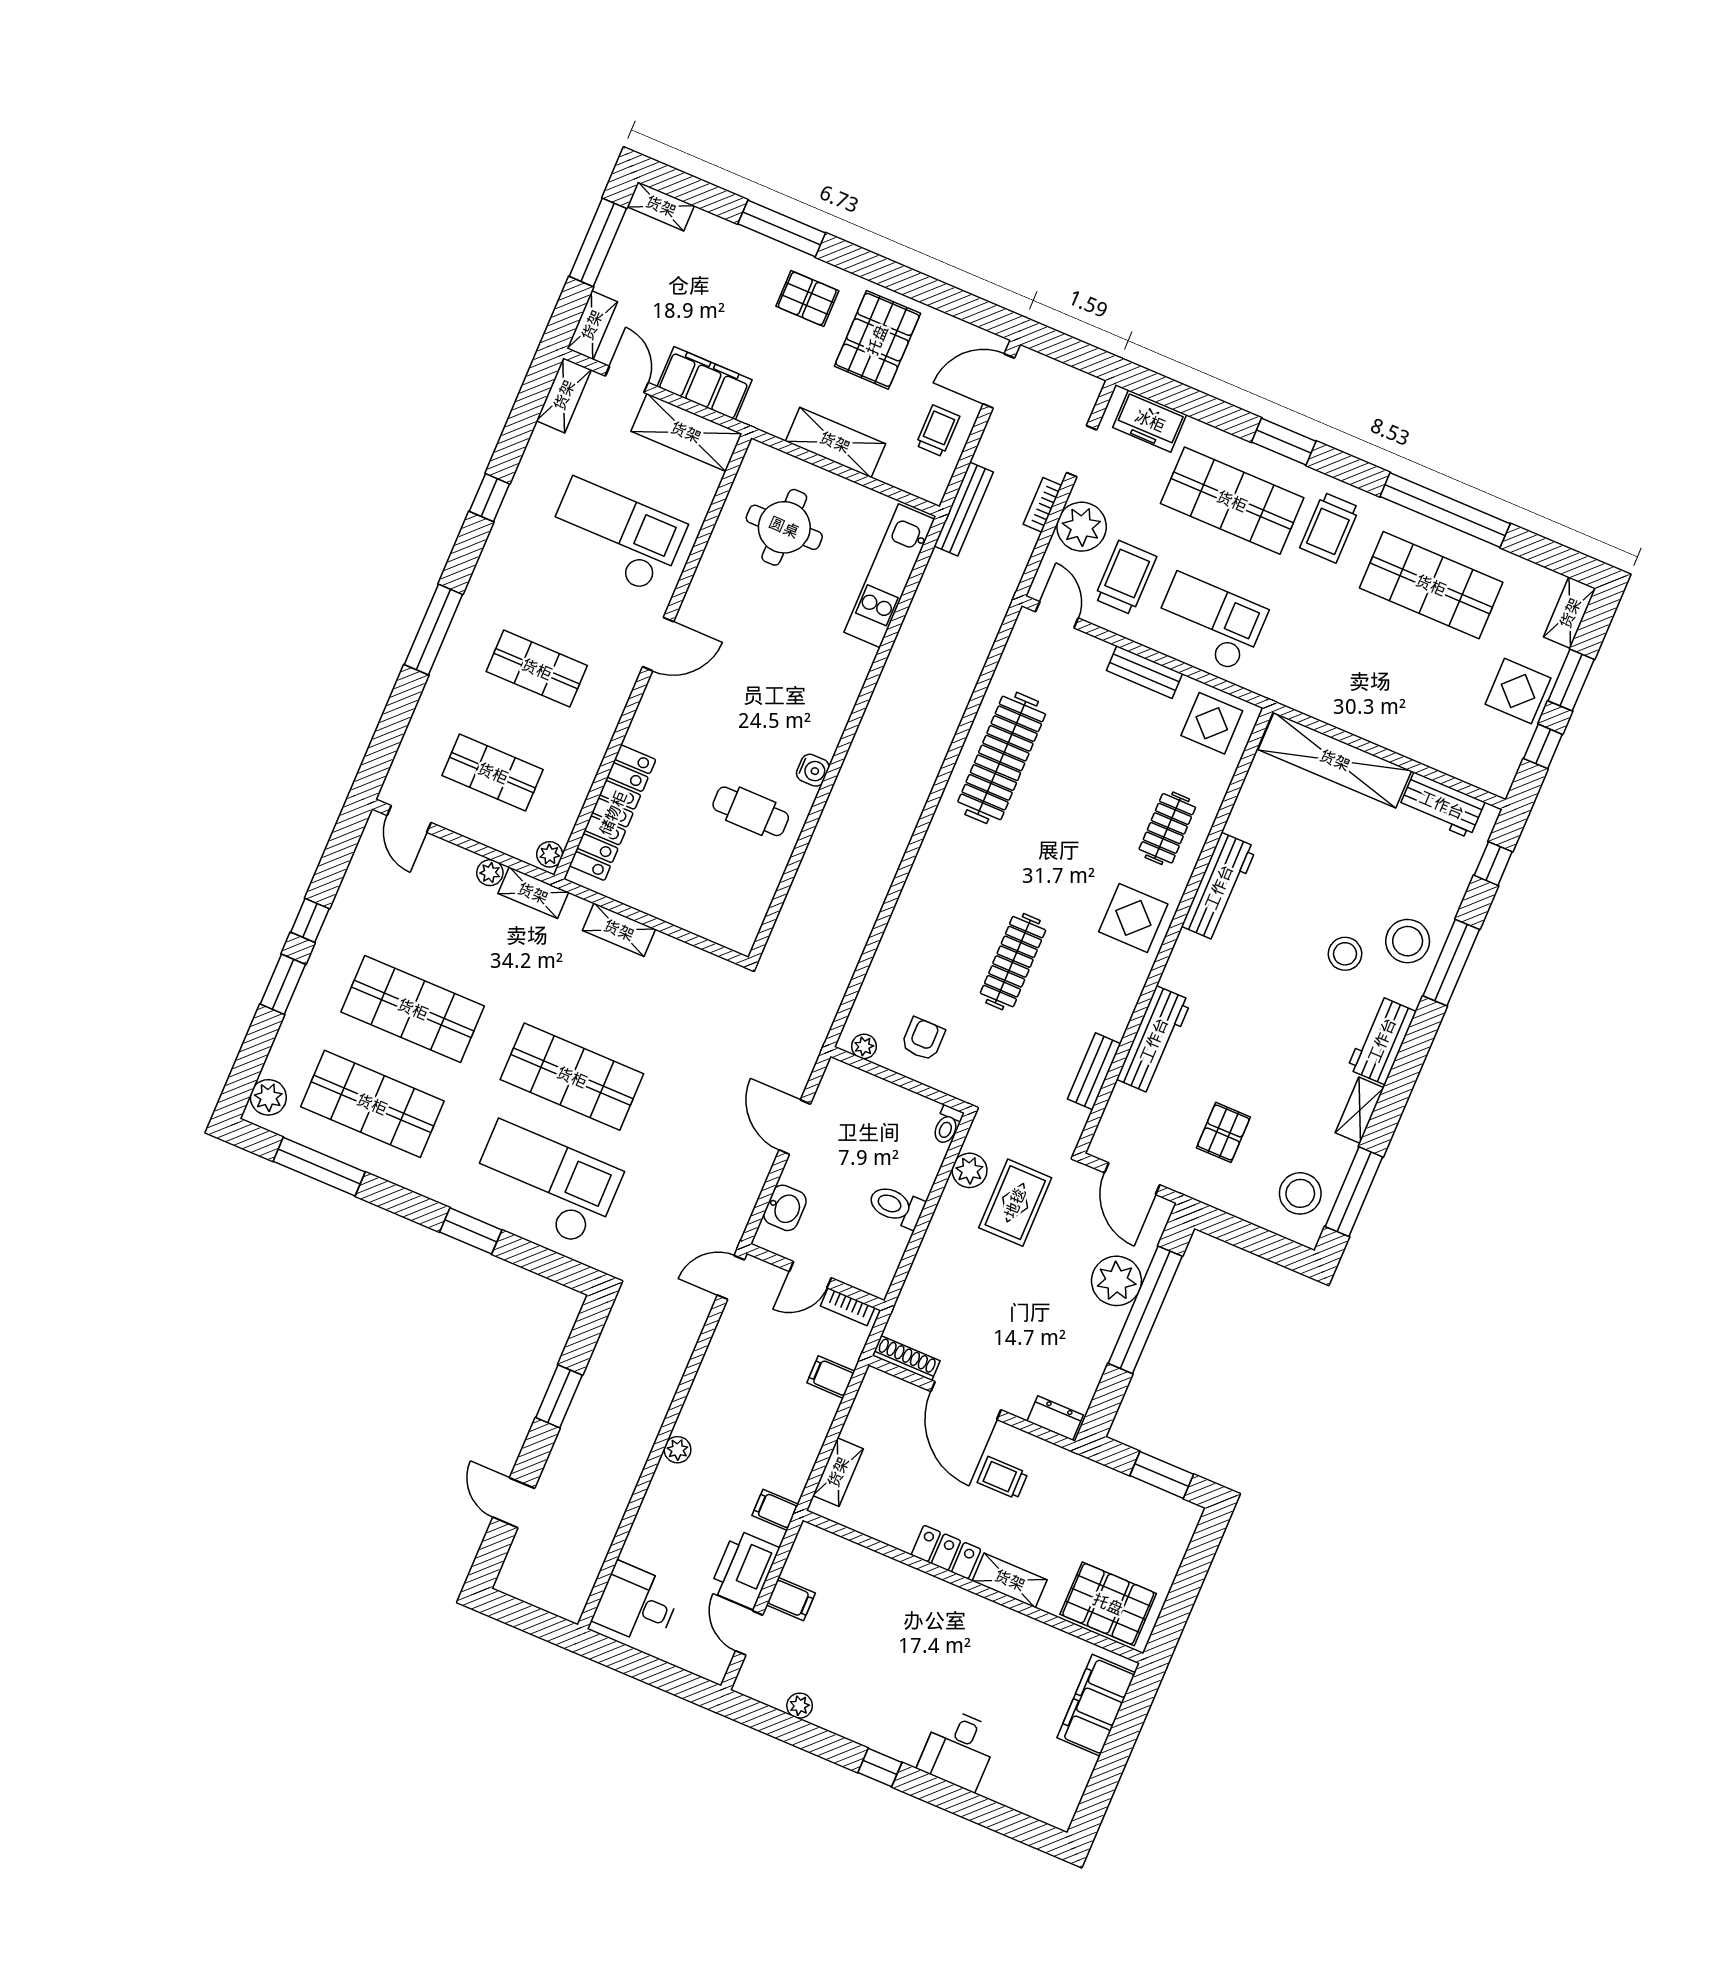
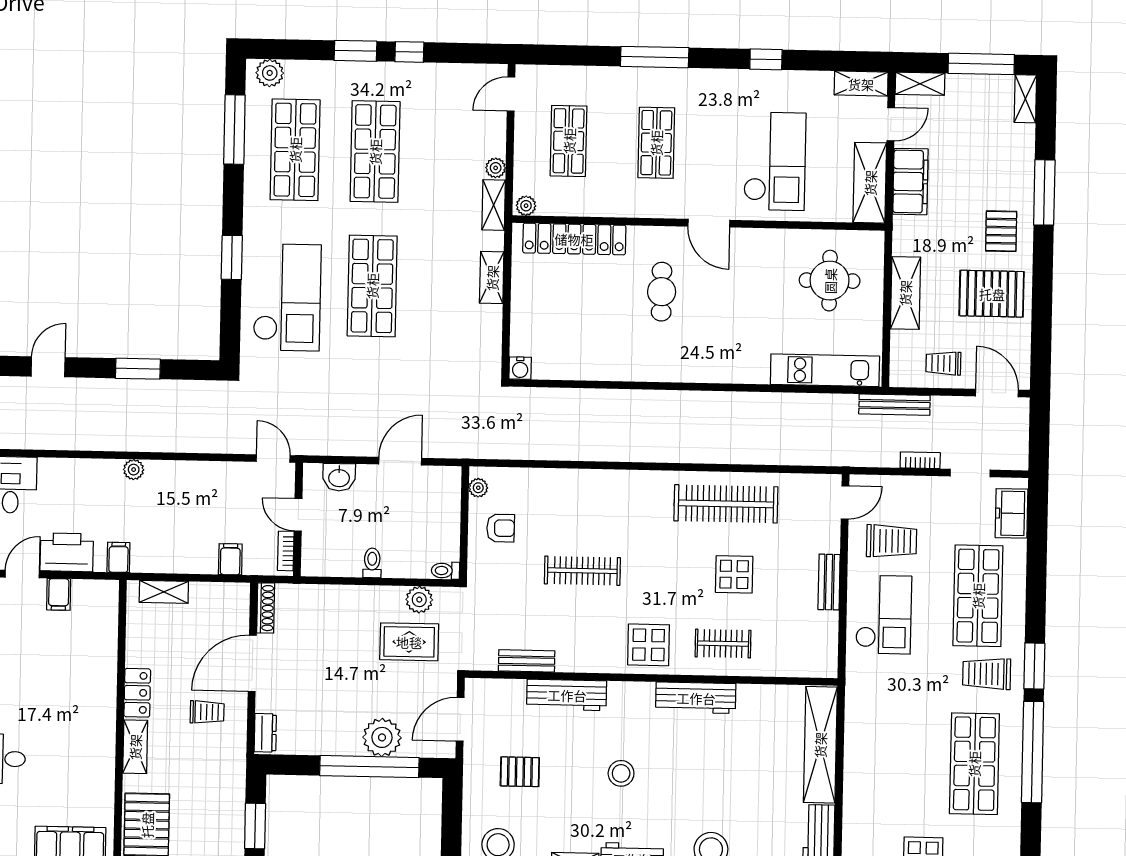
trolley: (938, 431) -> (943, 363), turned 180
window: (1284, 442) -> (1034, 666), moved
plant: (1082, 527) -> (916, 495), removed
display table: (1212, 723) -> (734, 574), moved
water cooler: (813, 770) -> (520, 368), moved
cafe table: (751, 811) -> (662, 292), moved
stool: (1345, 954) -> (621, 773), moved
toilet: (896, 1206) -> (372, 563), width x0.73, depth x0.72
trolley: (1003, 1478) -> (207, 712), turned 90

